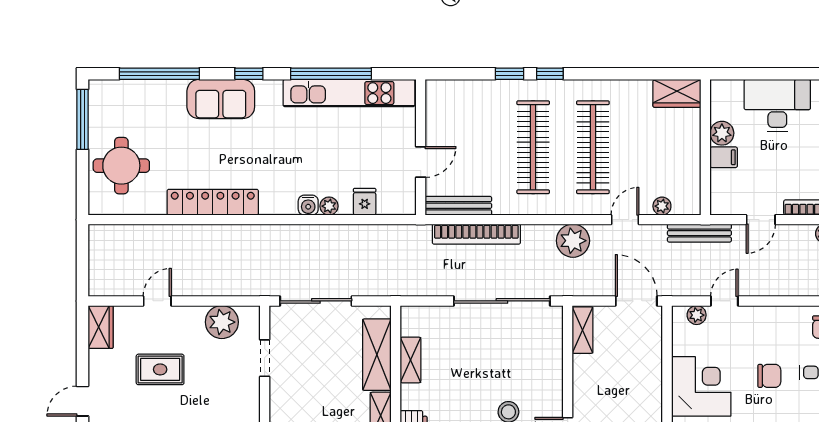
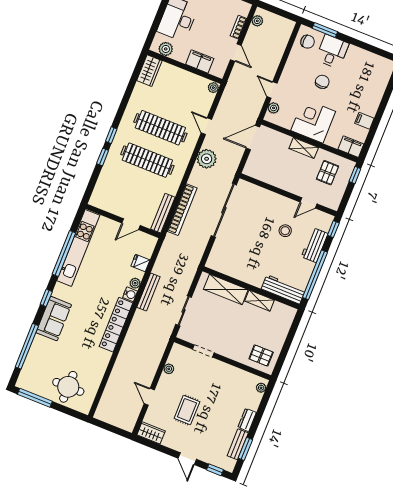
plant: (722, 133) -> (166, 49), moved
filing cabinet: (724, 157) -> (200, 61), width x2.00
door: (421, 162) -> (131, 224), swing flipped
locker: (213, 202) -> (116, 325), moved
plant: (662, 206) -> (213, 88), moved
bench: (699, 233) -> (148, 292), moved
sliding door: (316, 301) -> (184, 311), width x0.73
plant: (222, 322) -> (169, 369), width x0.53, depth x0.53
shelving: (582, 330) -> (304, 148), moved
shelving: (411, 360) -> (236, 272), removed

